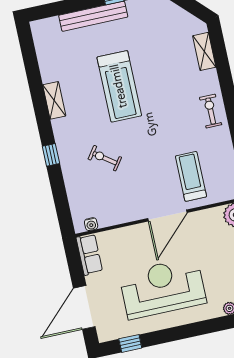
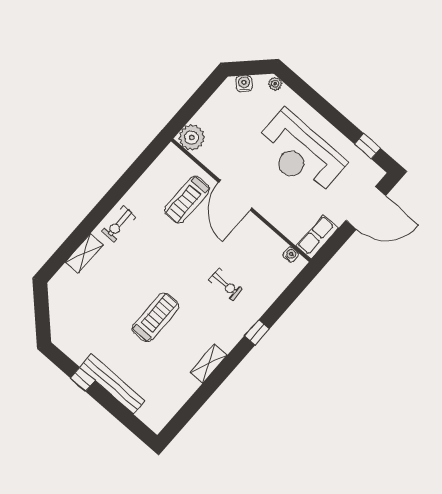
shelving: (204, 51) -> (84, 253), moved
treadmill: (119, 86) -> (156, 317), width x0.73, depth x0.73
exercise bike: (105, 158) -> (226, 284), turned -36
door: (167, 215) -> (235, 195), swing flipped

